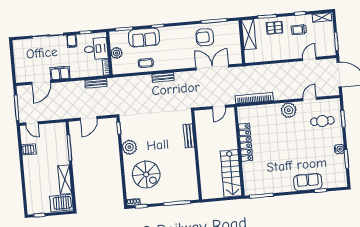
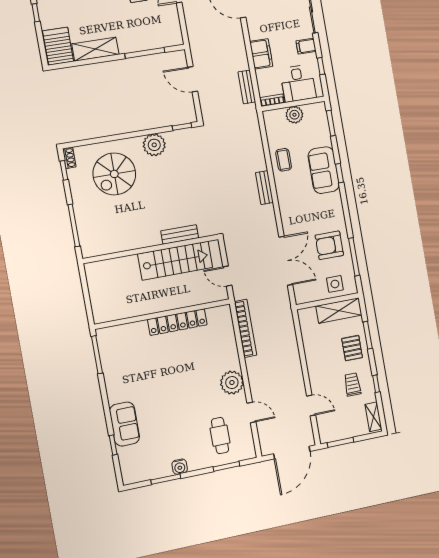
side table: (231, 36) -> (335, 284), added
armchair: (205, 37) -> (329, 245), turned -90
sofa: (144, 38) -> (324, 170), moved
filing cabinet: (60, 73) -> (261, 54), moved
stairs: (231, 173) -> (175, 261), moved, turned 180

